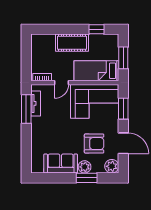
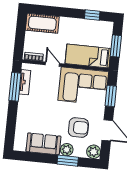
cot: (72, 43) -> (42, 23), moved
door: (61, 83) -> (52, 64), swing flipped

